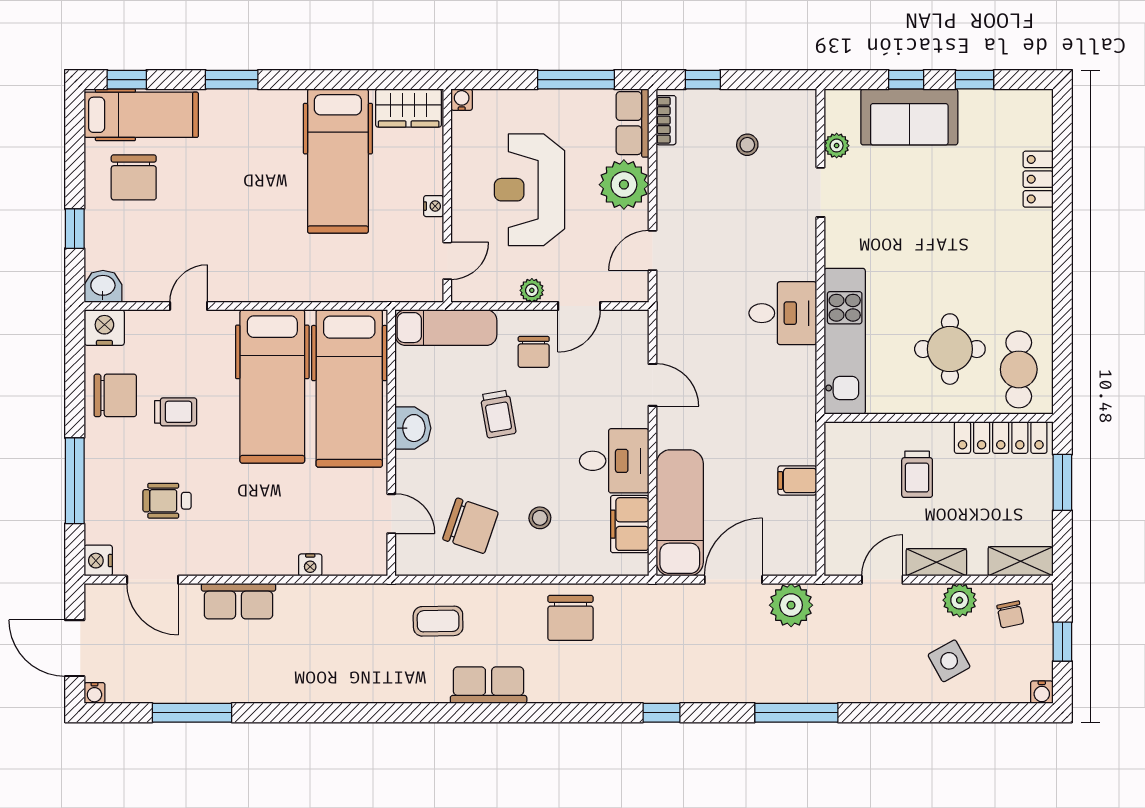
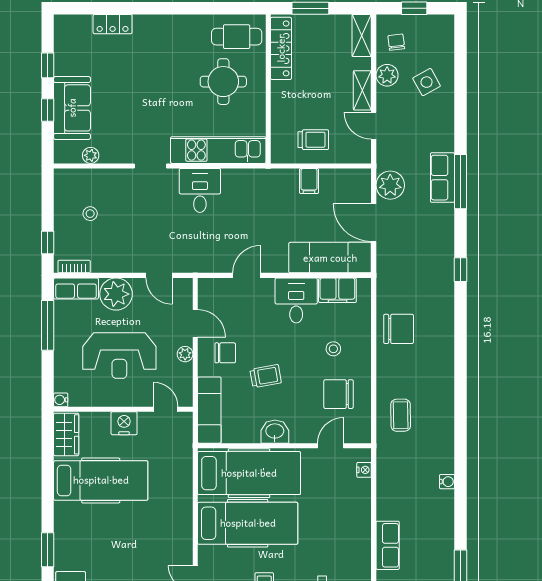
doorway: (820, 192) -> (150, 166), moved
nightstand: (434, 206) -> (124, 423), width x1.89, depth x1.79
trolley: (917, 474) -> (313, 140), moved
chair: (470, 526) -> (338, 394), turned -109
nightstand: (310, 565) -> (364, 470), moved
chair: (1010, 614) -> (396, 42), turned -85
row of seats: (489, 685) -> (442, 178), moved
water cooler: (1042, 692) -> (447, 482), moved

